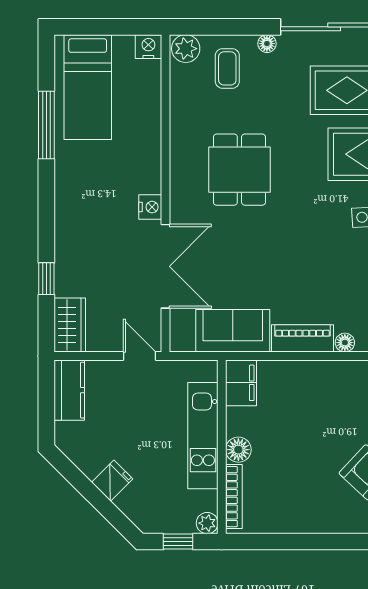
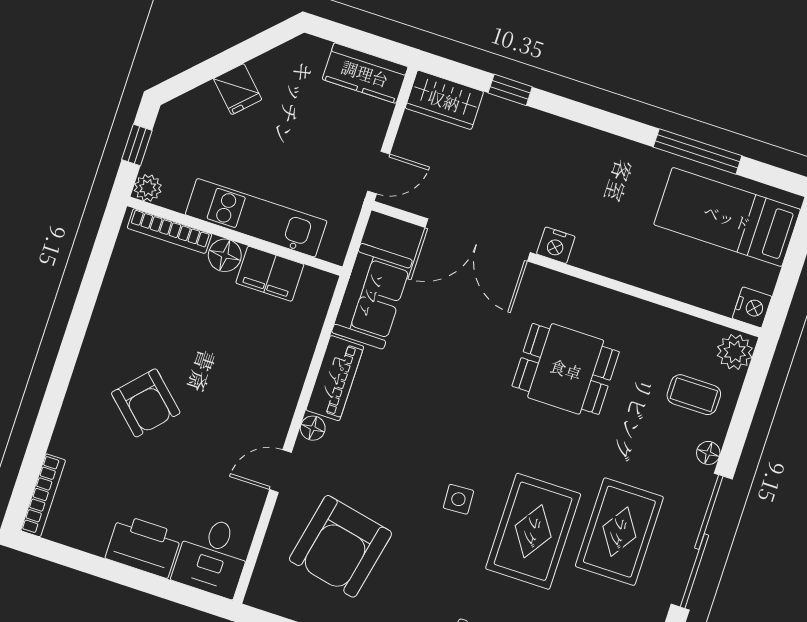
filing cabinet: (241, 383) -> (270, 274), moved

